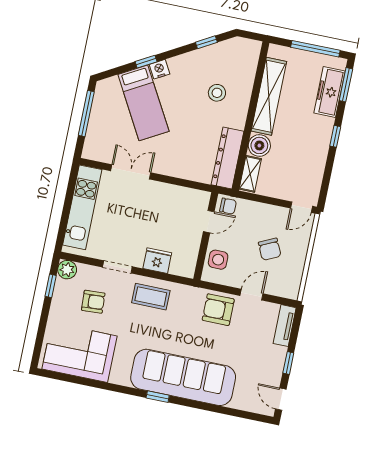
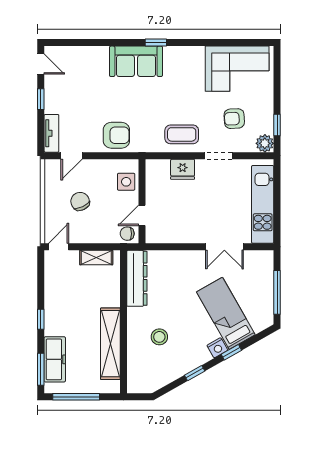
window: (206, 42) -> (195, 373), moved
boiler: (259, 145) -> (110, 296), removed
shelving: (250, 174) -> (96, 258), moved, turned 90
door: (251, 295) -> (72, 156), moved
sofa: (183, 377) -> (136, 61), width x0.54, depth x0.79

